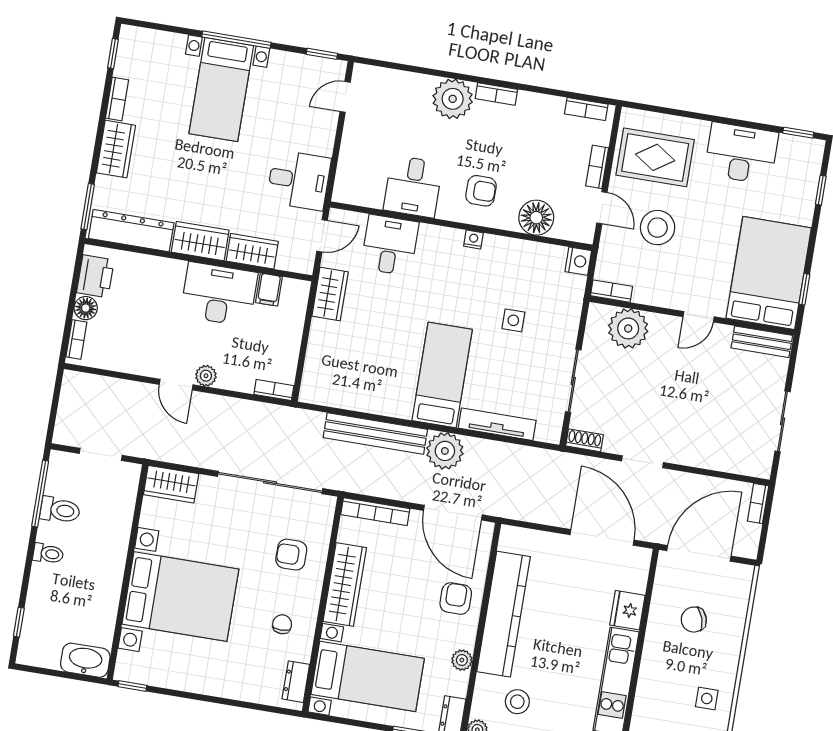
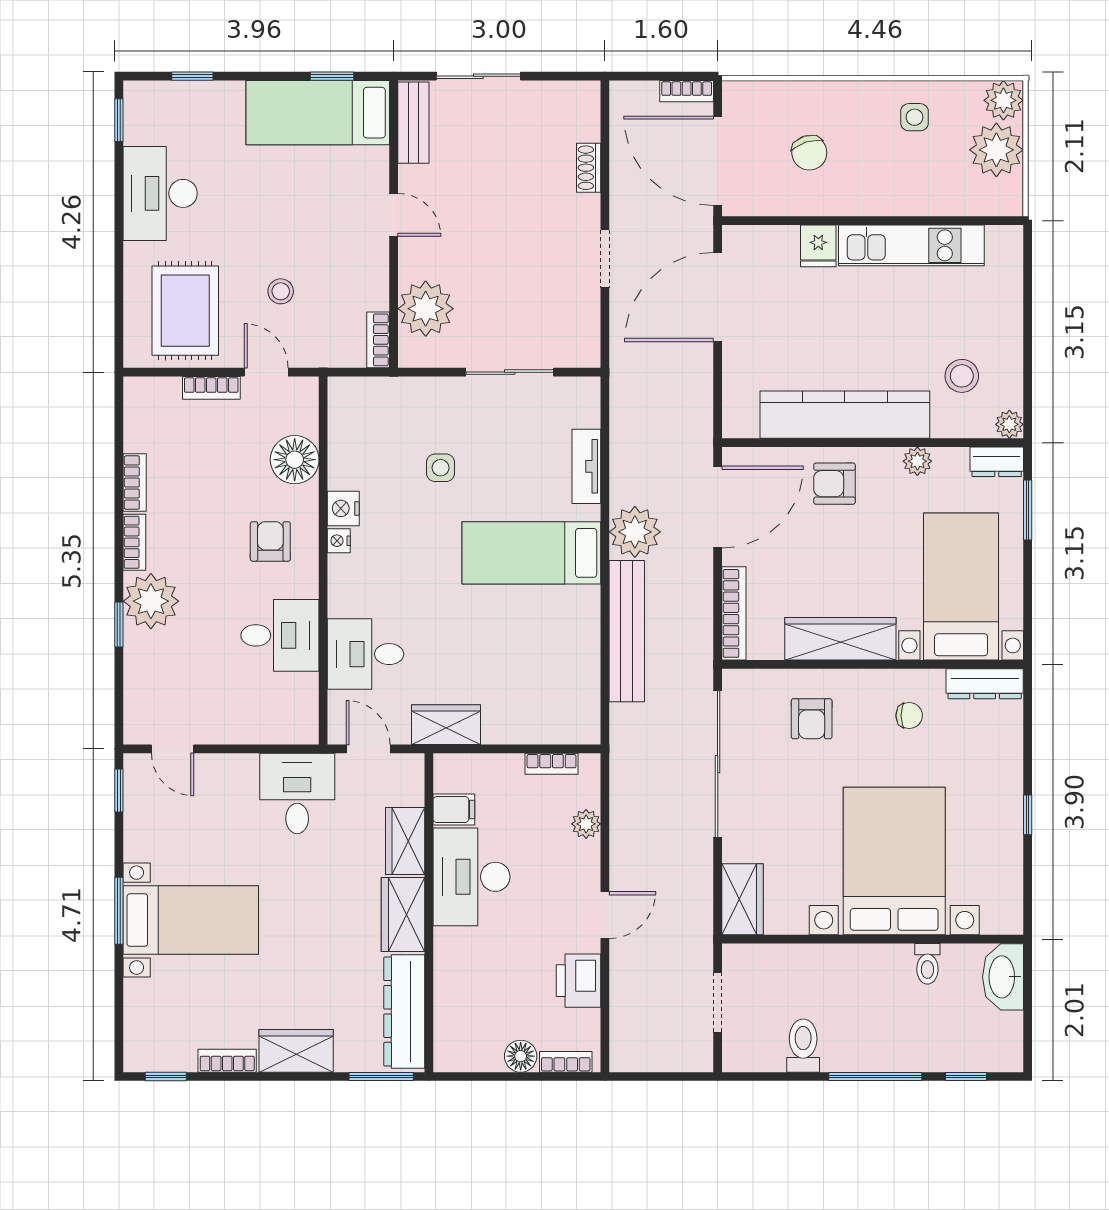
window: (236, 40) -> (119, 911), width x0.69
window: (440, 73) -> (119, 625), added
bookcase: (586, 109) -> (135, 483), moved
door: (602, 208) -> (266, 372), hinge flipped
stool: (658, 228) -> (281, 291), width x0.53, depth x0.53
nightstand: (578, 261) -> (343, 508), moved, turned -90
bed: (769, 273) -> (318, 113), width x0.67
printer: (95, 276) -> (579, 981), moved, turned -90
plant: (206, 376) -> (586, 824), moved
bookcase: (274, 390) -> (552, 764), moved, turned -90
sliding door: (783, 421) -> (478, 76), moved
tv unit: (497, 424) -> (586, 466), width x0.71
shoe rack: (584, 440) -> (589, 168), moved
window: (40, 494) -> (875, 1077), moved
bookcase: (758, 503) -> (687, 91), moved
toilet: (48, 554) -> (927, 964), moved, turned 180
fridge: (627, 610) -> (818, 246), width x0.72
chair: (282, 624) -> (909, 716), turned 180
dresser: (296, 682) -> (985, 684), width x1.44
window: (132, 686) -> (1028, 815), moved

